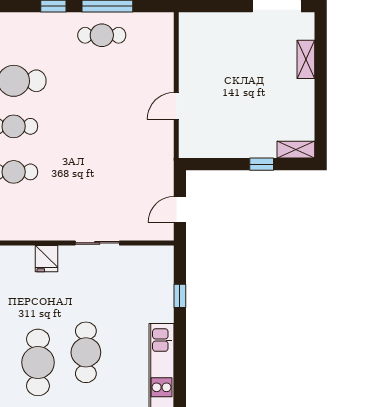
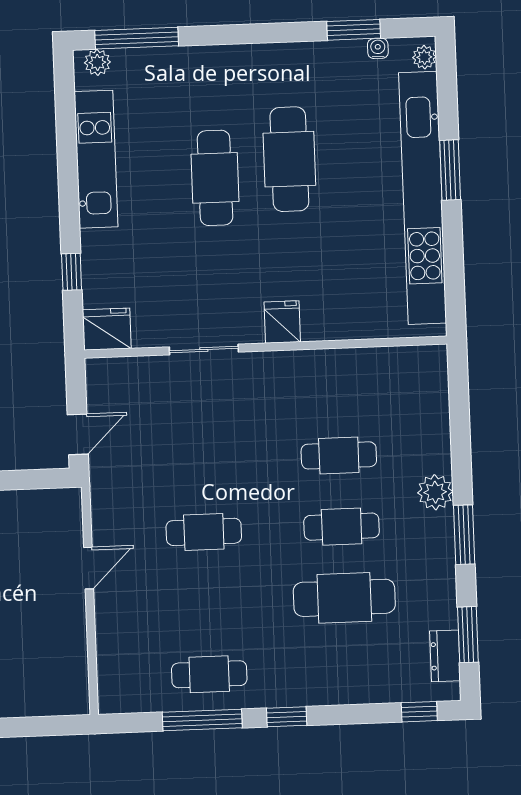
cafe table: (102, 126) -> (204, 532), added
door: (180, 209) -> (78, 434), moved
fridge: (159, 258) -> (107, 329), added

